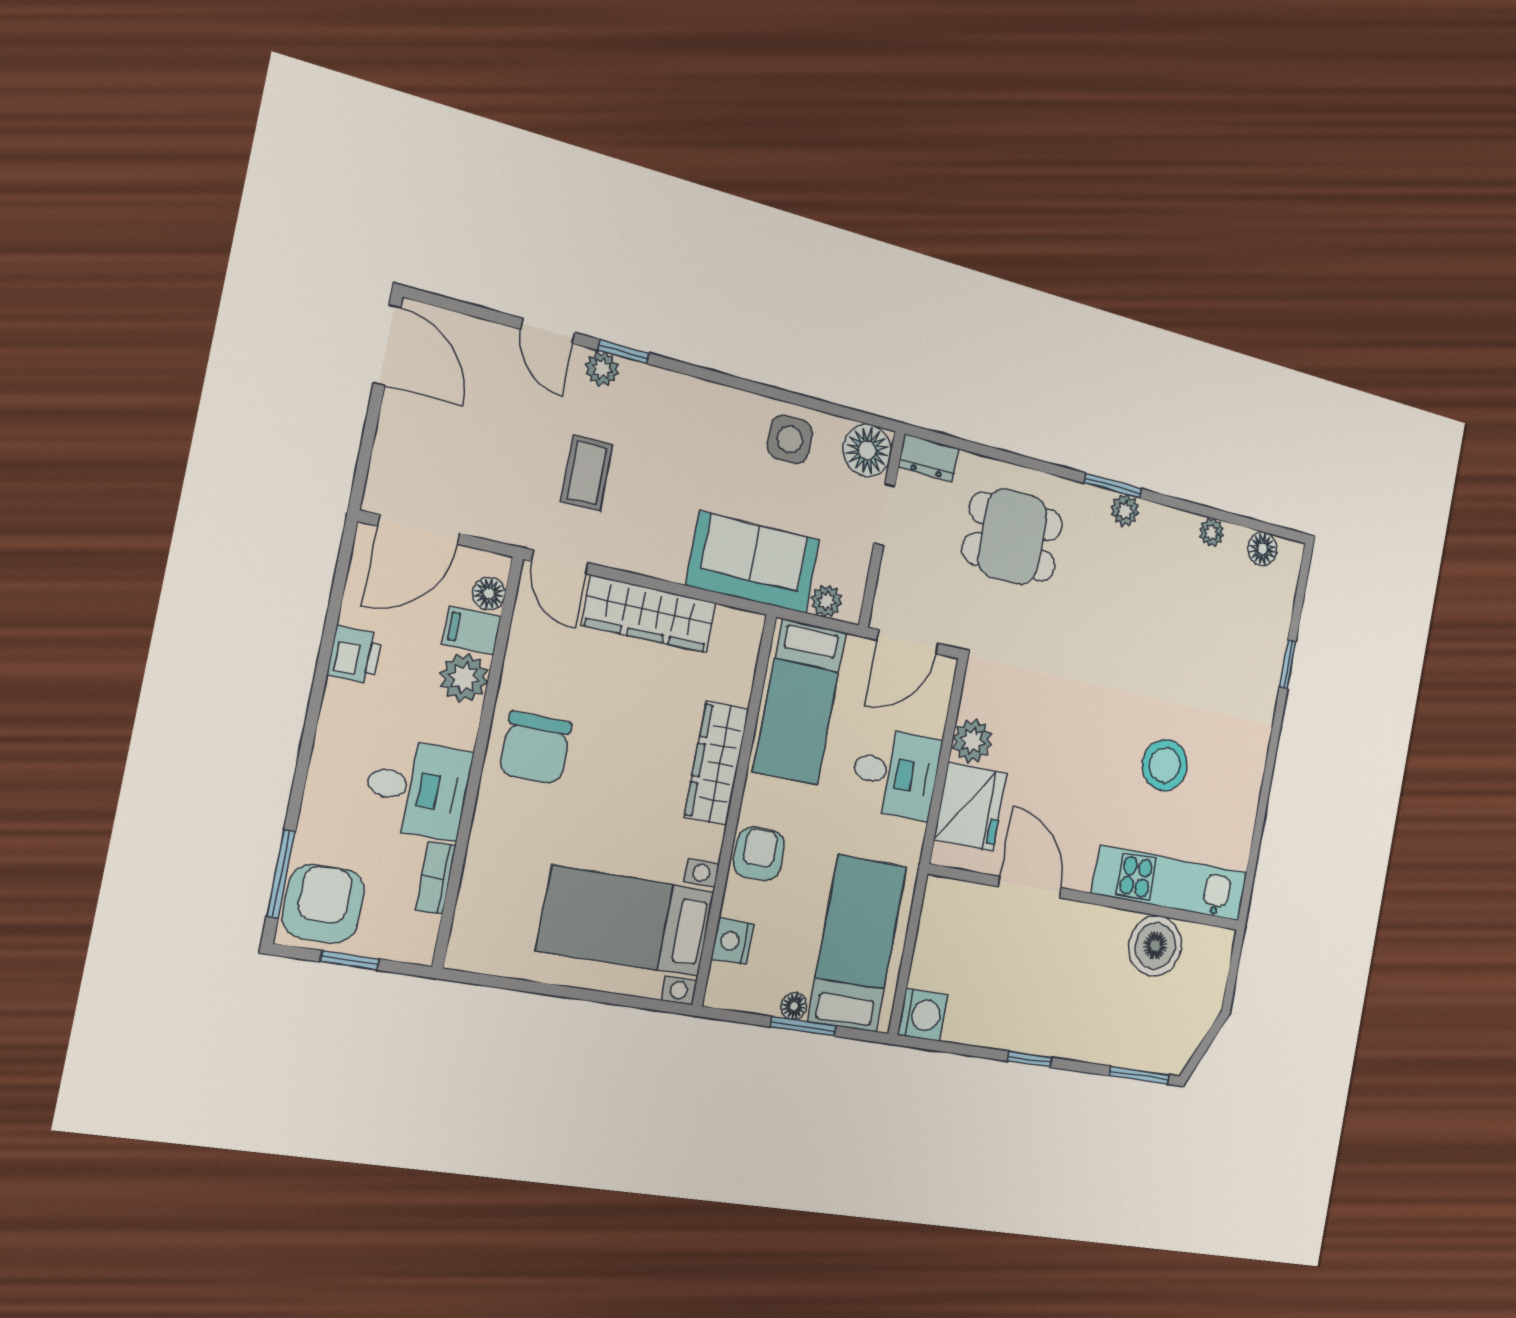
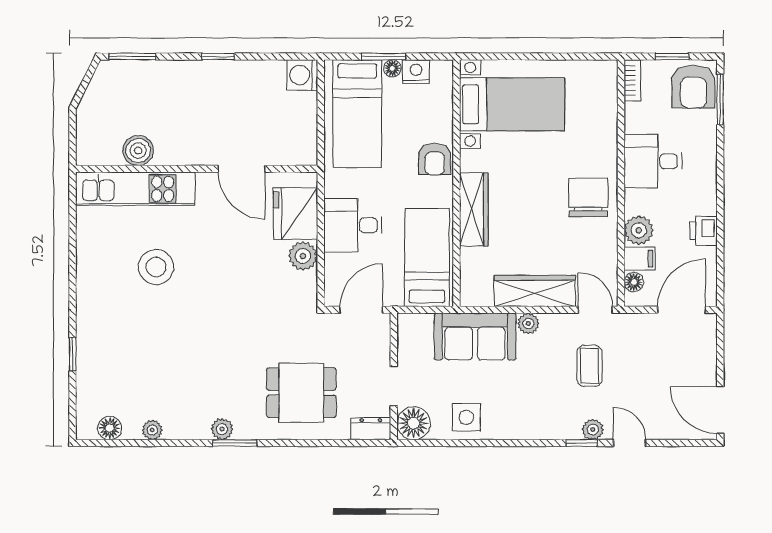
plant: (827, 601) -> (528, 323), moved
bookcase: (435, 878) -> (632, 80), moved
nightstand: (733, 941) -> (416, 72), moved, turned -90
boiler: (1155, 946) -> (138, 151), width x0.73, depth x0.73

